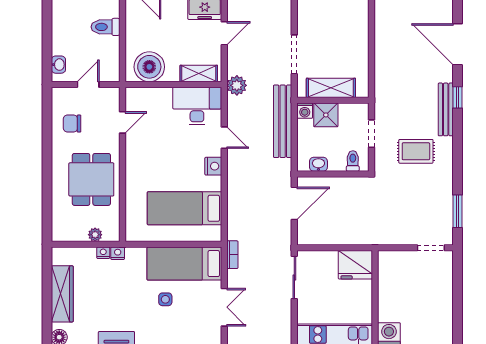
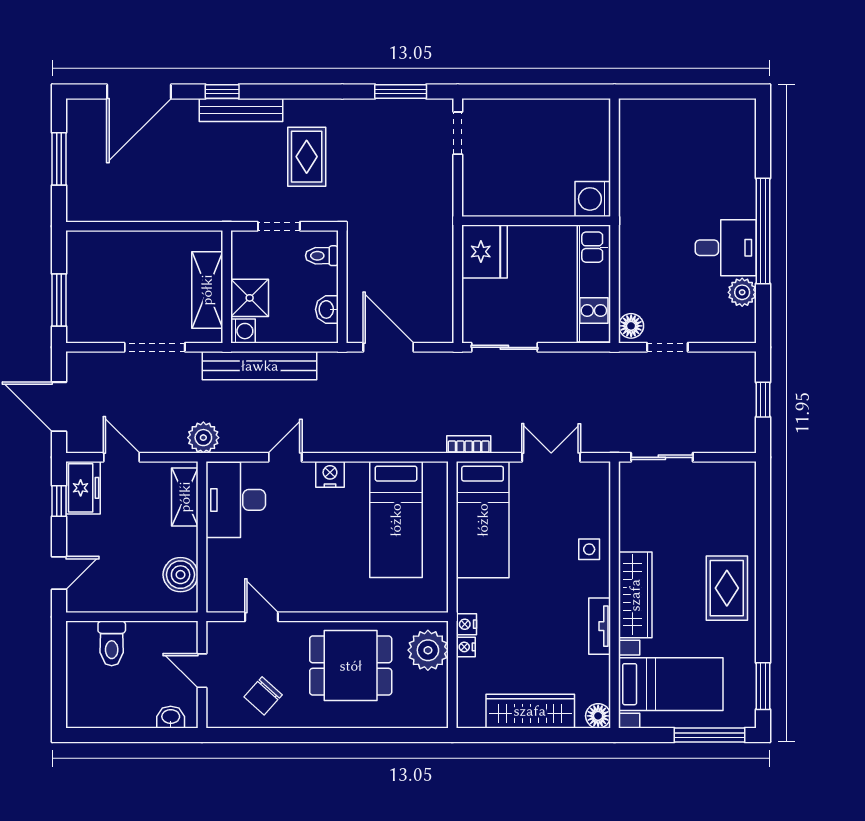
boiler: (149, 67) -> (181, 575), width x0.73, depth x0.73
chair: (72, 124) -> (263, 696), turned 42
plant: (95, 235) -> (428, 650), width x1.87, depth x1.87
side table: (165, 299) -> (589, 549), moved

